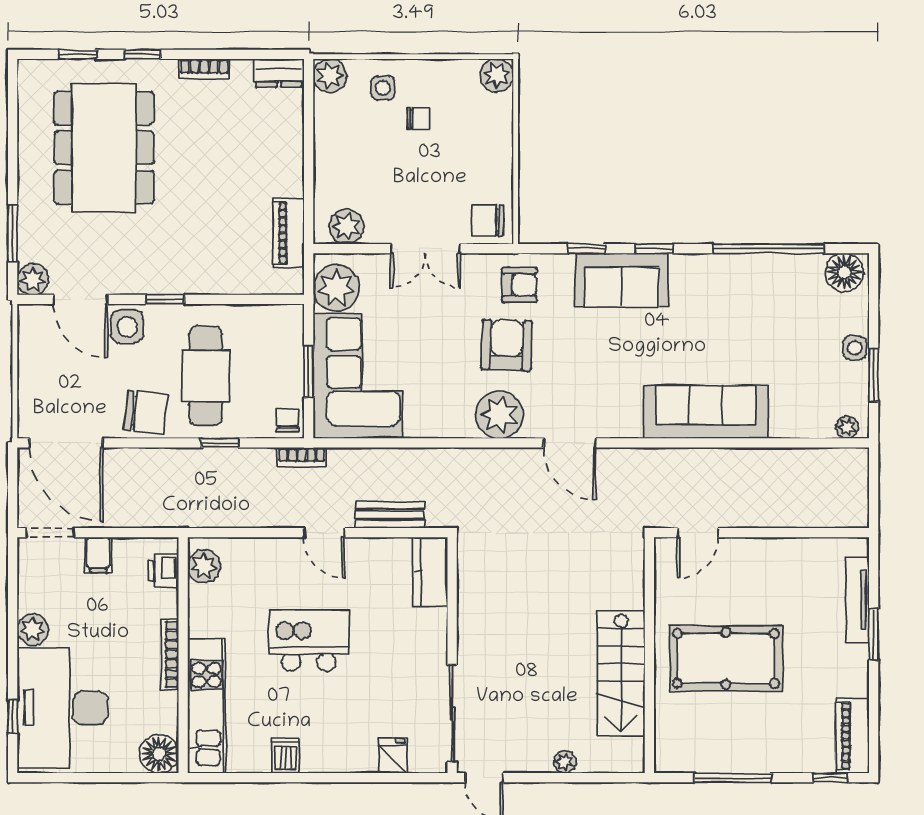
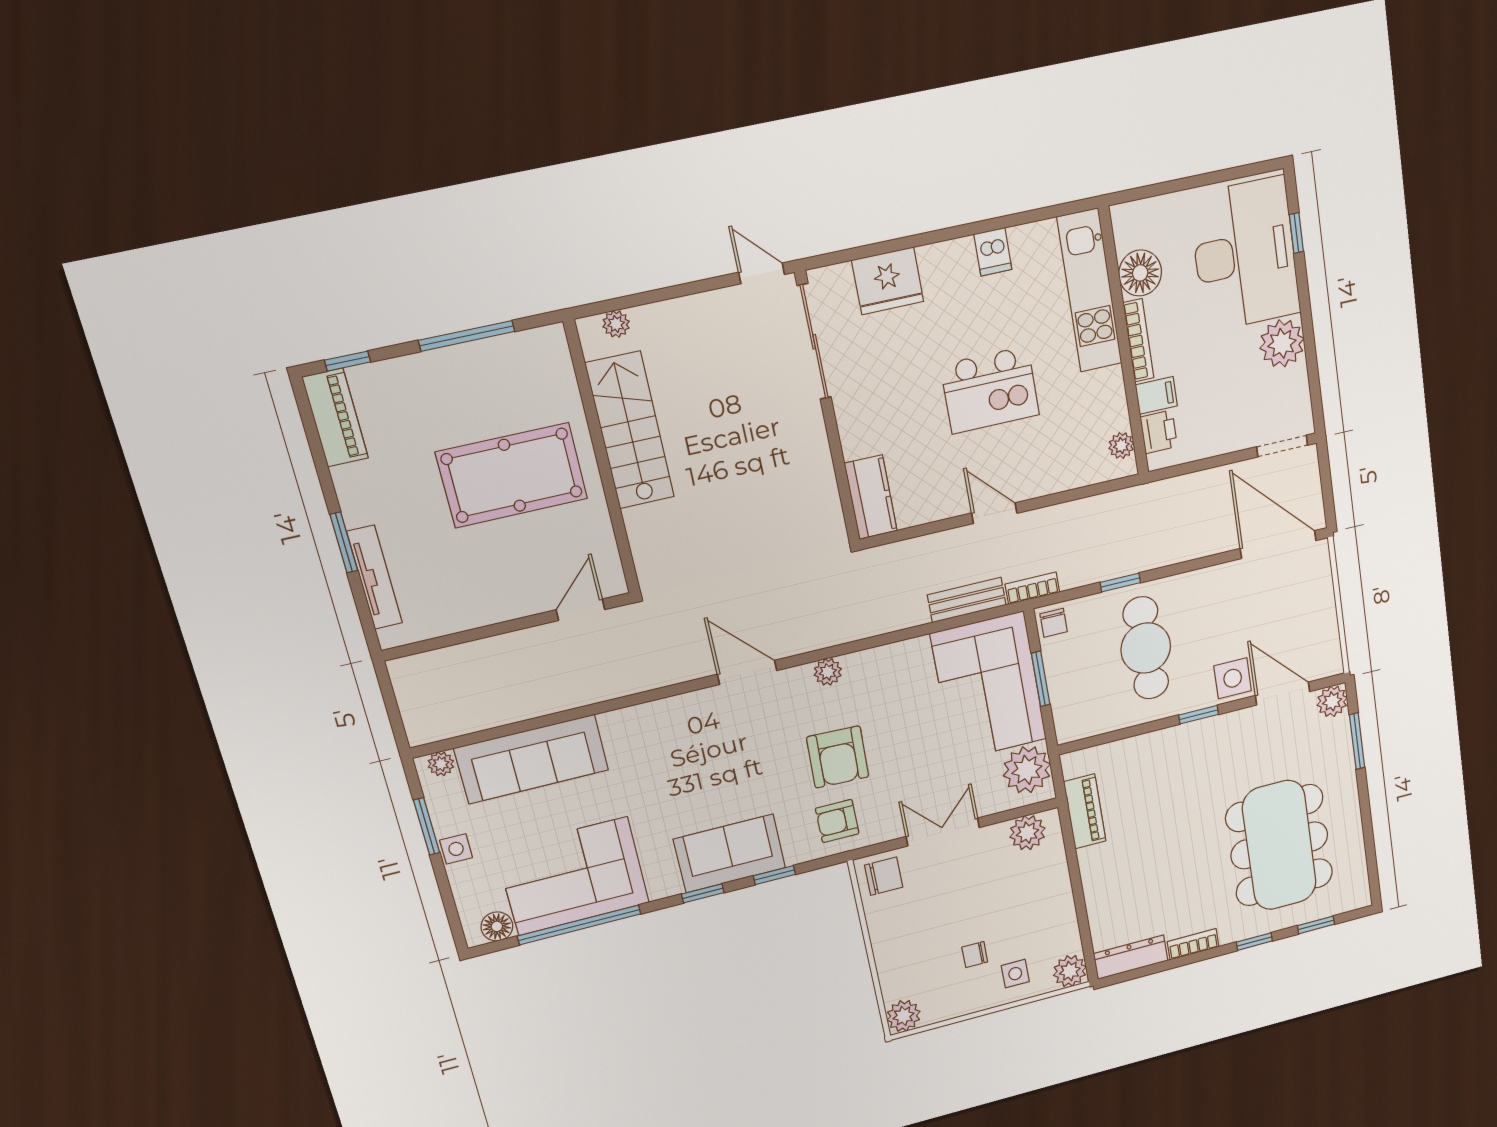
dresser: (279, 73) -> (1131, 957), width x1.44
floor lamp: (844, 272) -> (497, 926), width x0.73, depth x0.73
corner sofa: (763, 296) -> (573, 876), added
chair: (146, 412) -> (1201, 596), removed
sofa: (706, 412) -> (532, 759), moved
plant: (499, 415) -> (828, 672), width x0.53, depth x0.53
bench: (390, 515) -> (967, 600), moved
filing cabinet: (98, 555) -> (1156, 395), moved, turned 90
plant: (204, 566) -> (1121, 446), width x0.73, depth x0.73
plant: (33, 630) -> (1282, 343), width x1.36, depth x1.36
floor lamp: (159, 754) -> (1140, 273), moved
fridge: (393, 756) -> (888, 281), width x1.88, depth x1.34
plant: (565, 762) -> (616, 324), moved

